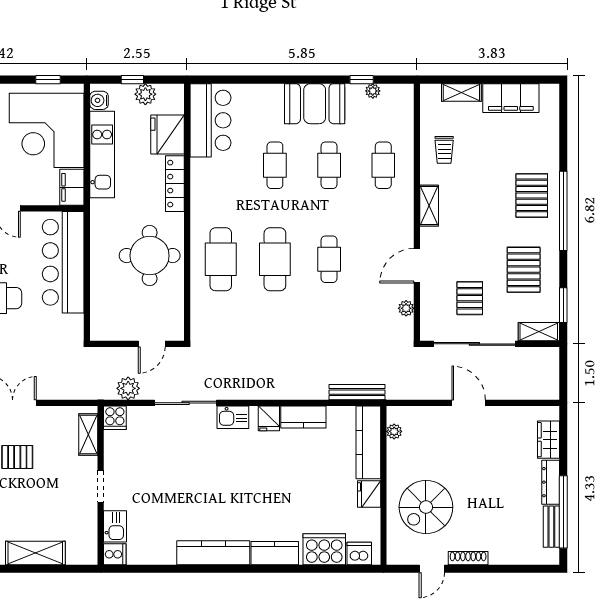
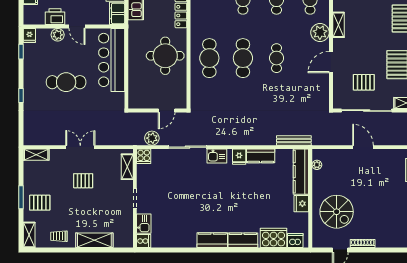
pallet: (470, 298) -> (364, 82), turned 90
plant: (406, 308) -> (320, 33), moved, width x1.88, depth x1.88
spiral stairs: (426, 507) -> (337, 212), turned -90
kitchen counter: (213, 553) -> (212, 240), width x0.67

